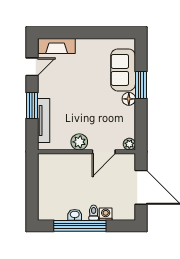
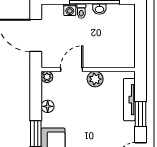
floor lamp: (129, 99) -> (48, 106), moved

